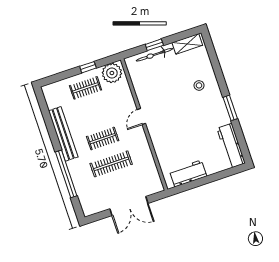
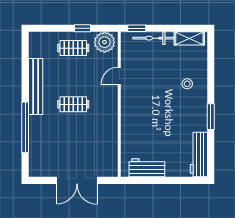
window: (154, 45) -> (137, 28), moved
door: (141, 116) -> (119, 76), moved
clothes rail: (111, 164) -> (73, 132), removed

